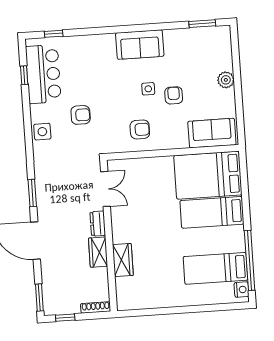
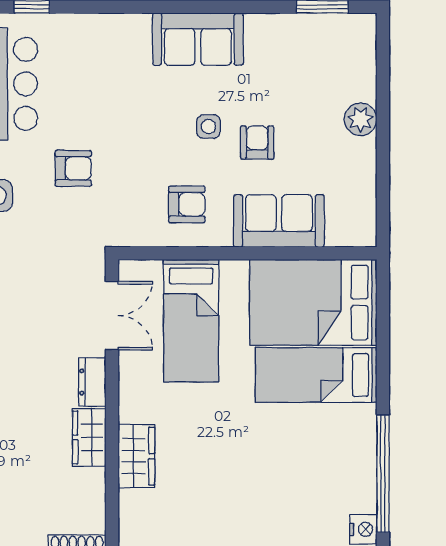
sofa: (212, 133) -> (279, 221), moved
bed: (215, 268) -> (191, 321), moved, turned -90

